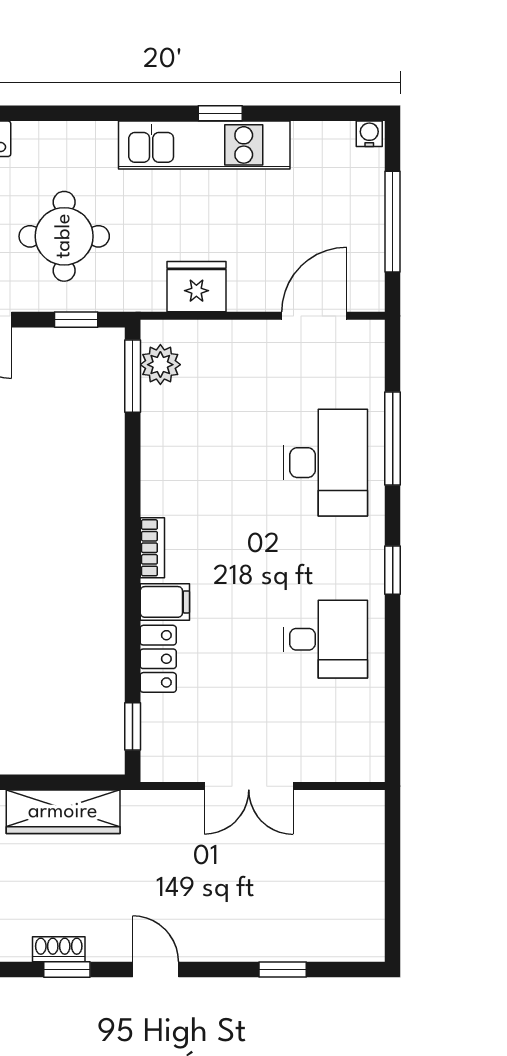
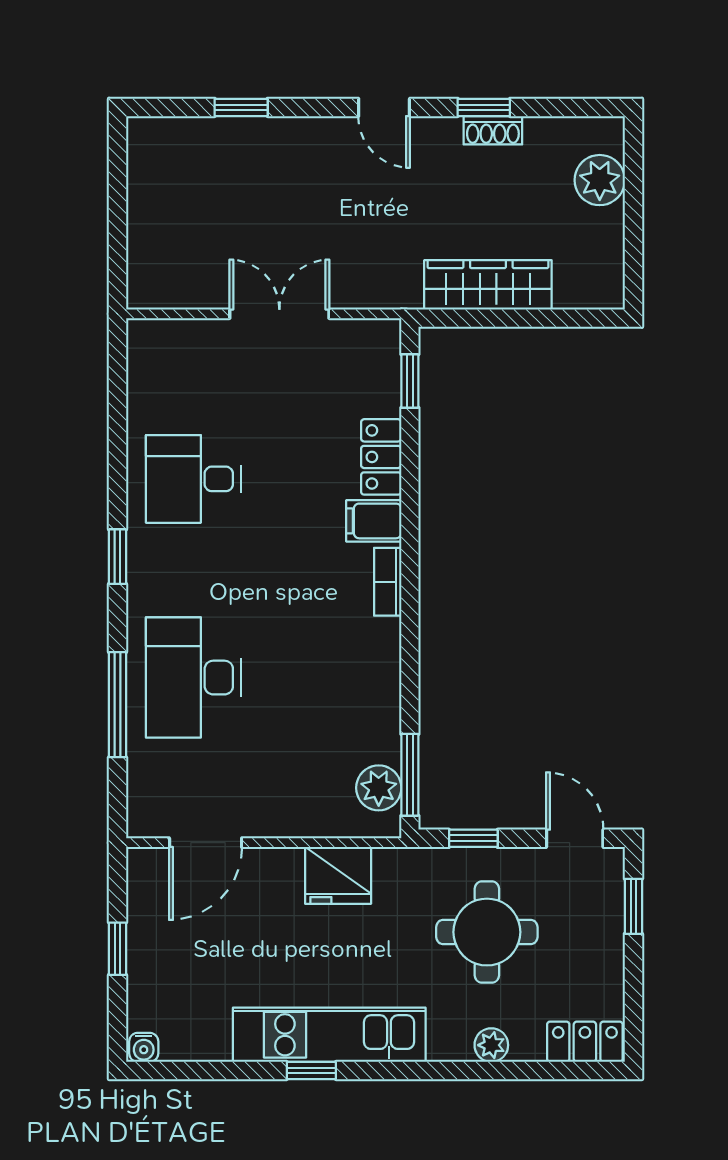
plant: (60, 136) -> (491, 1045), added
window: (393, 222) -> (118, 949), width x0.46

